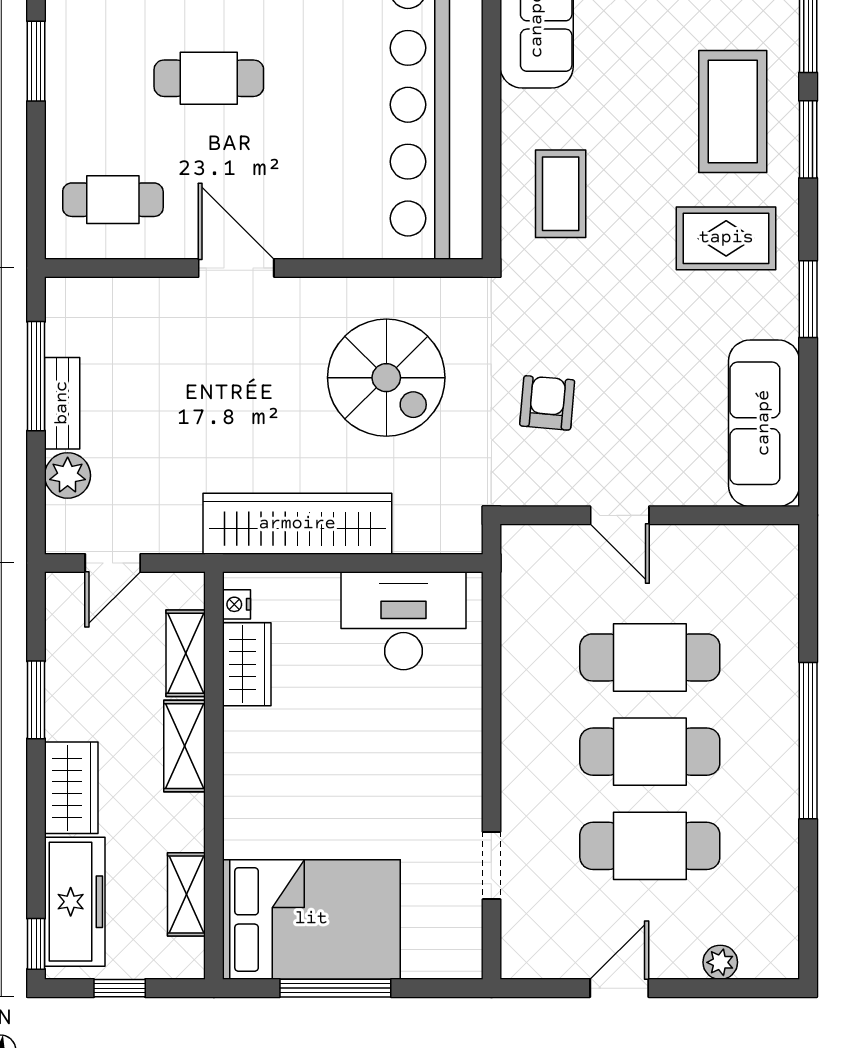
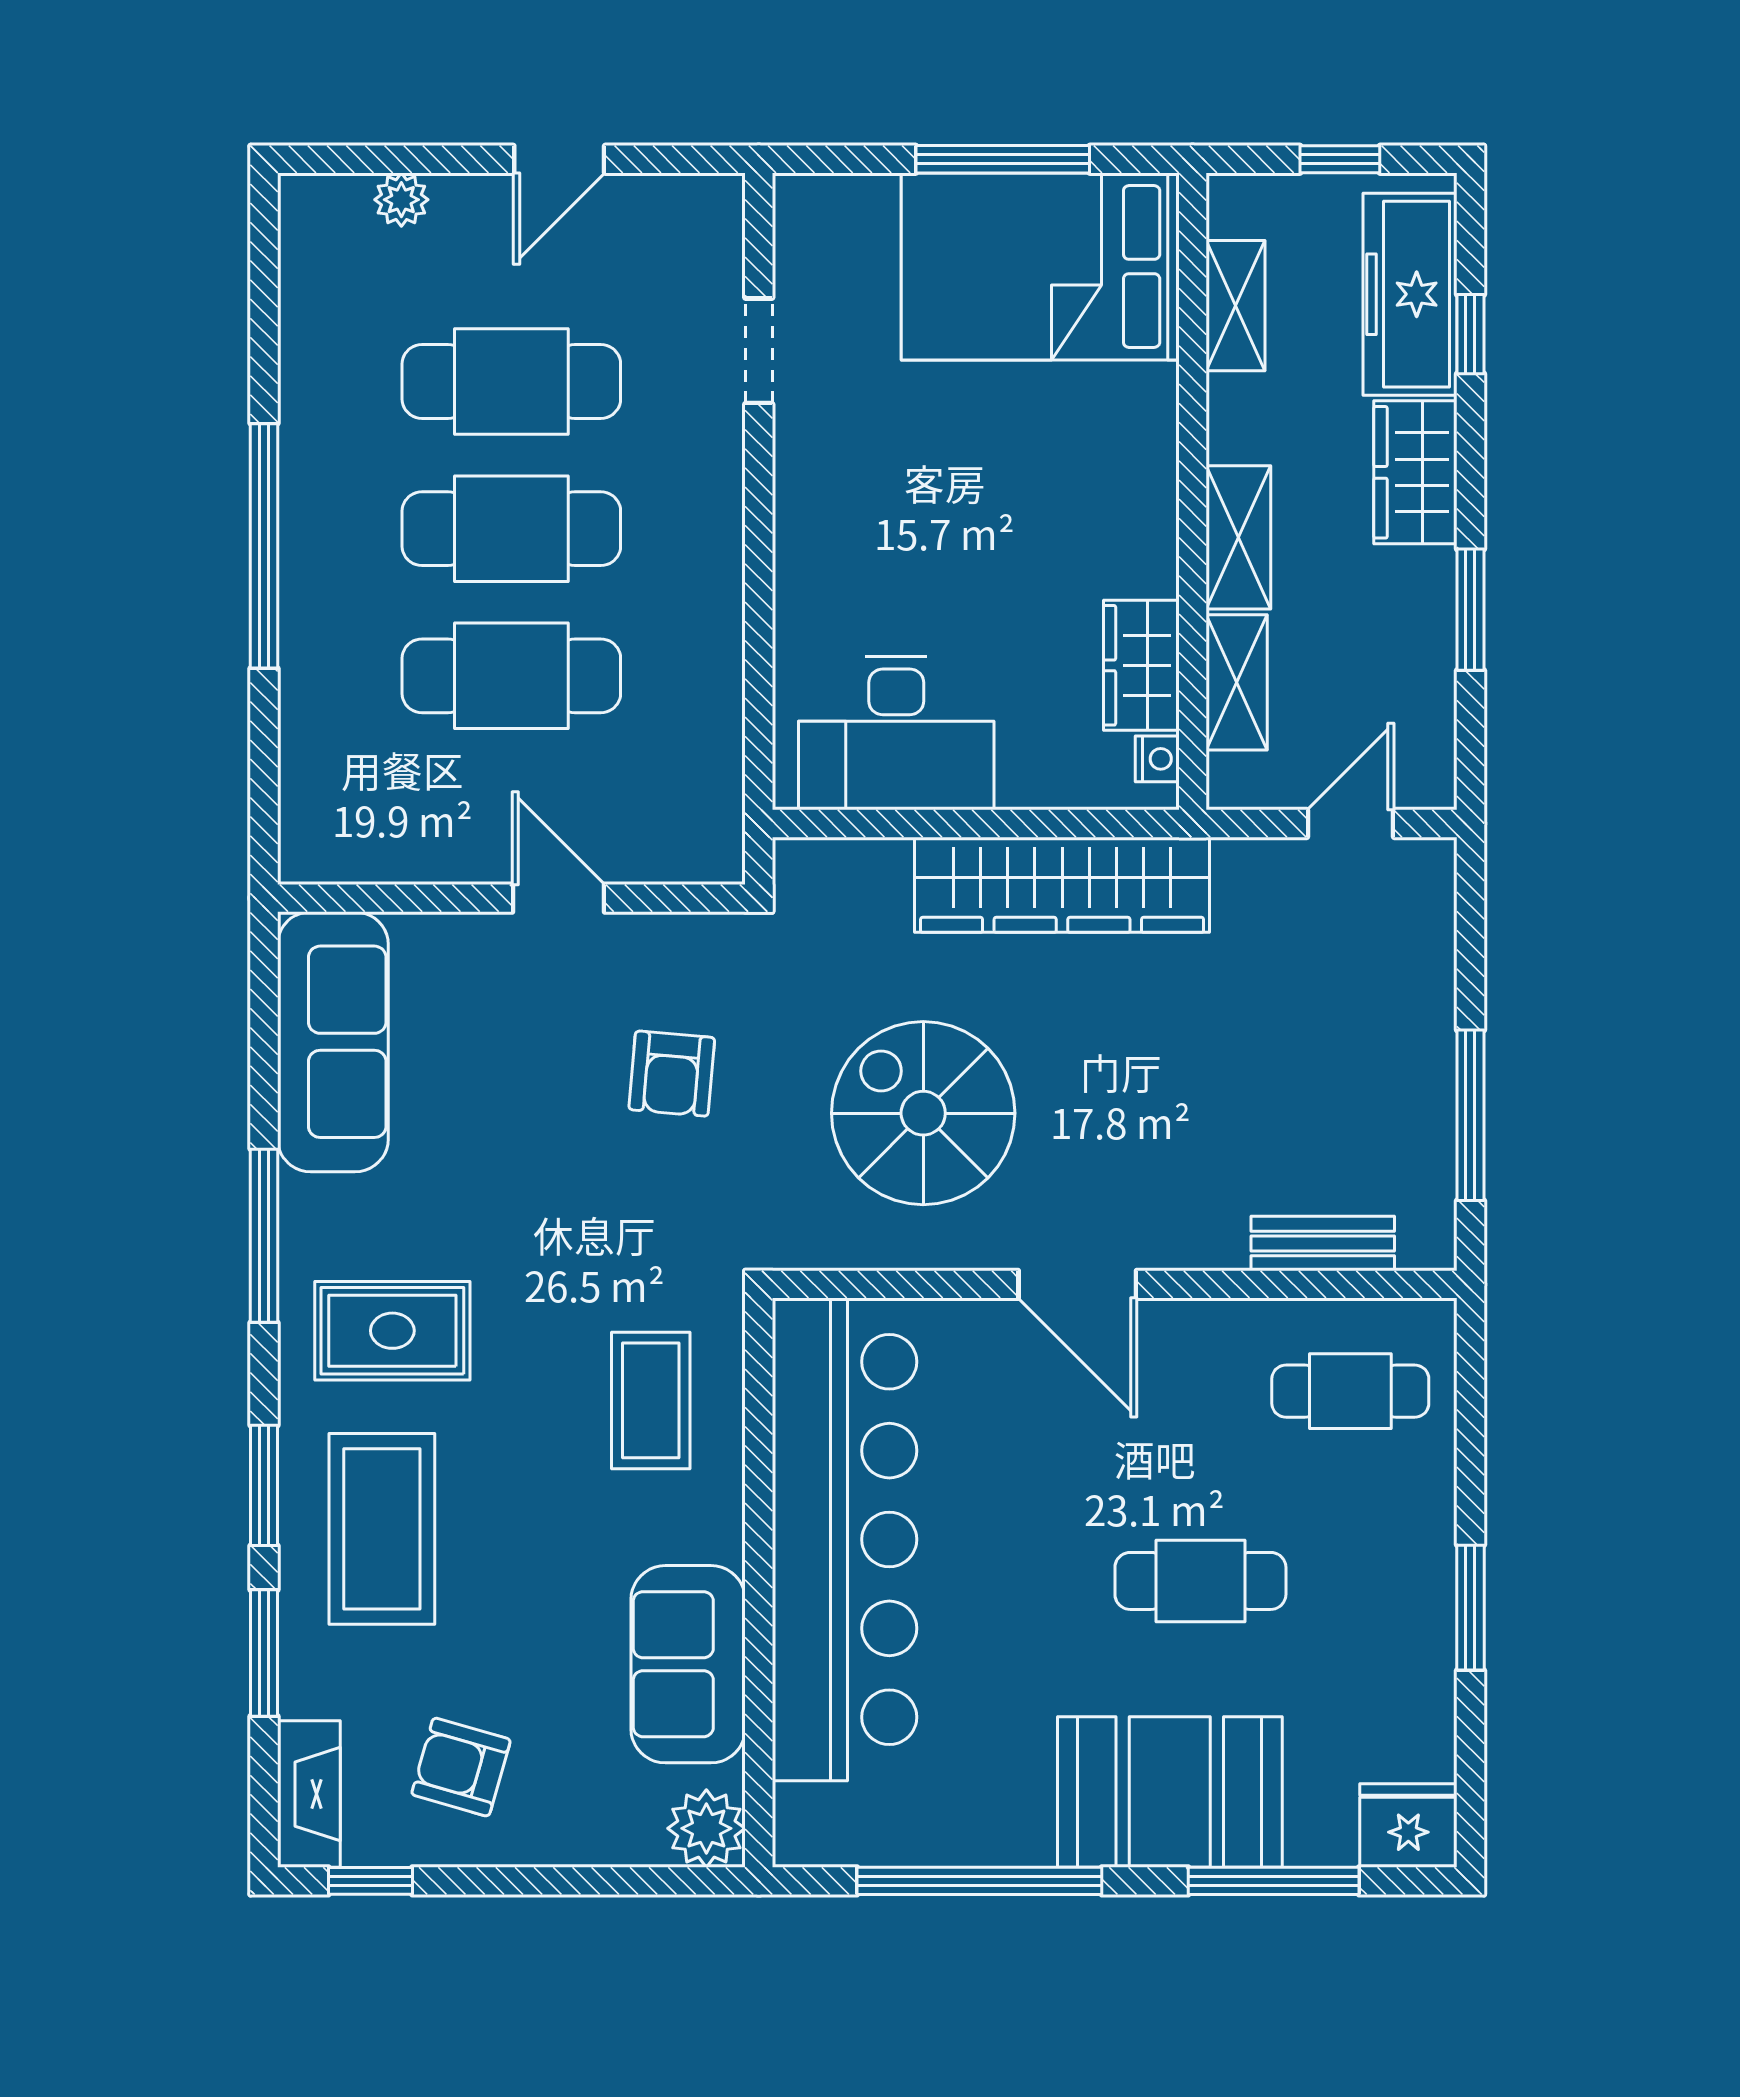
door: (236, 268) -> (1077, 1284), moved
window: (808, 299) -> (264, 1236), width x1.44
bench: (62, 403) -> (1323, 1244), moved, turned 90
plant: (68, 475) -> (1421, 960), removed
window: (36, 944) -> (1470, 334), moved

